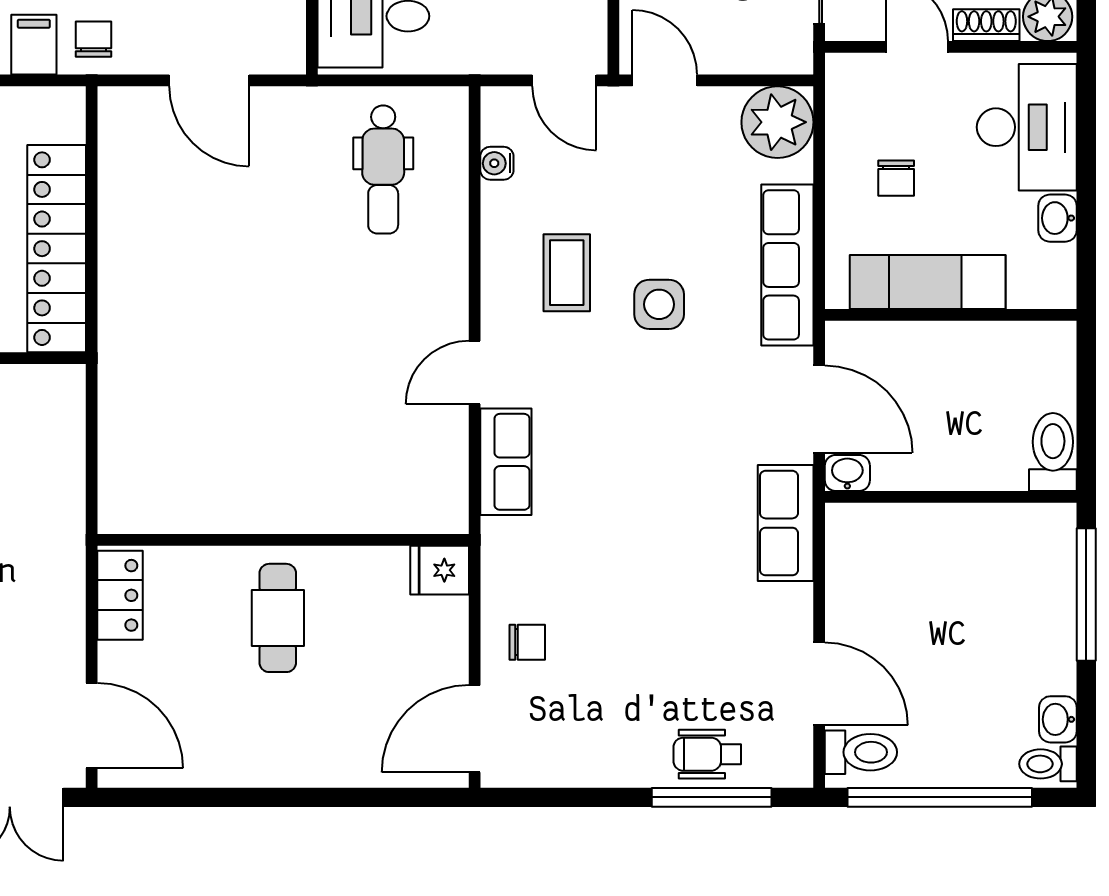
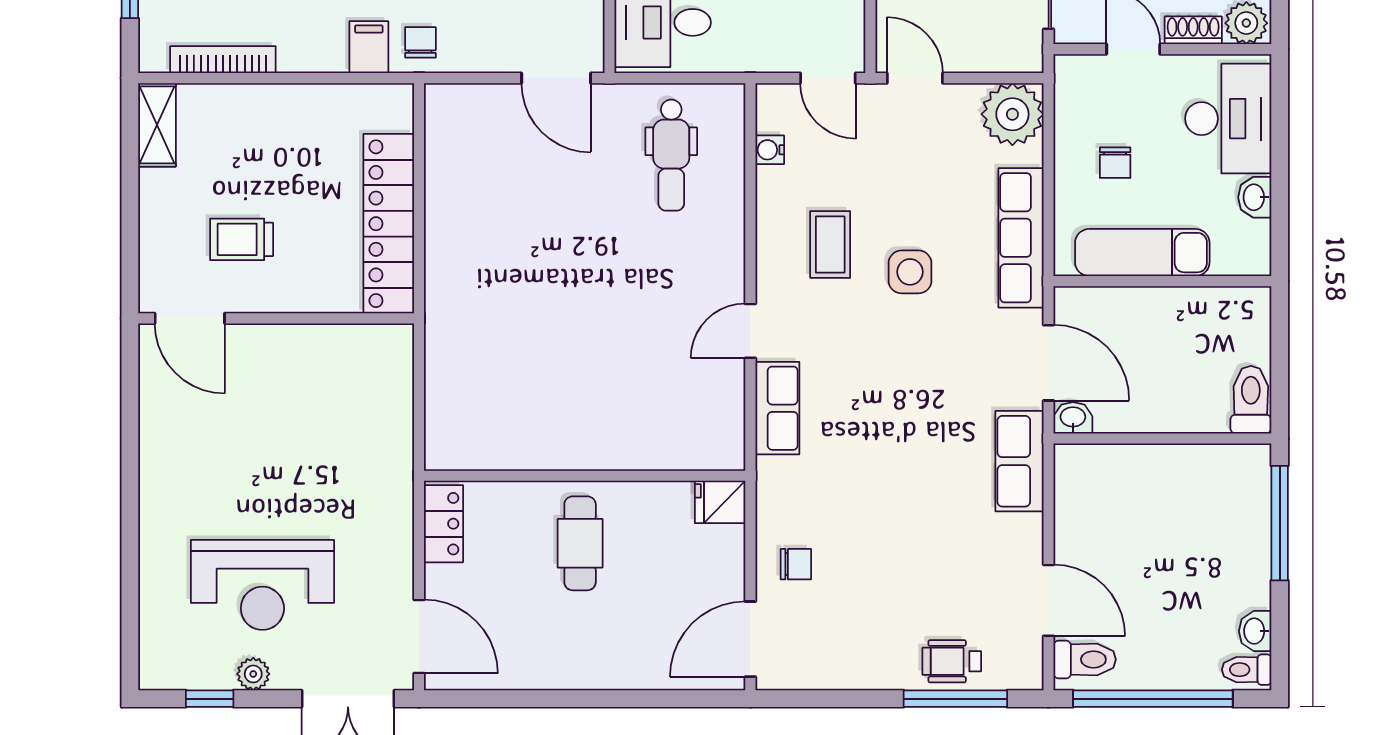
door: (209, 80) -> (556, 78), moved

